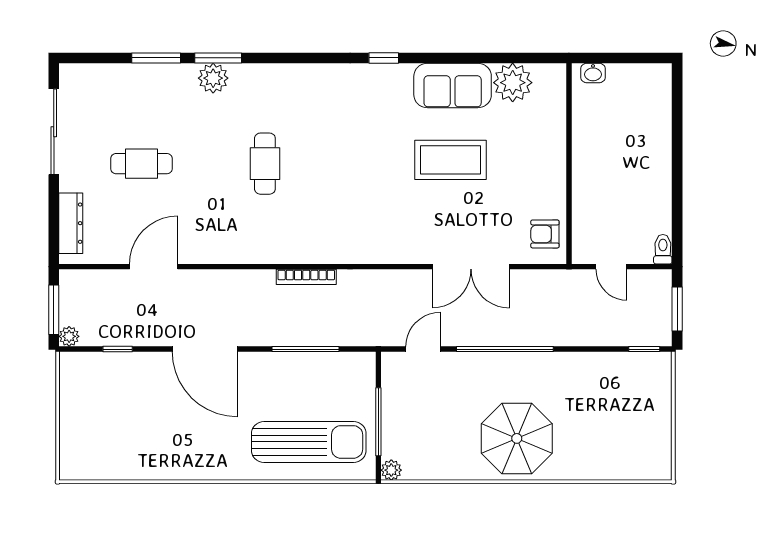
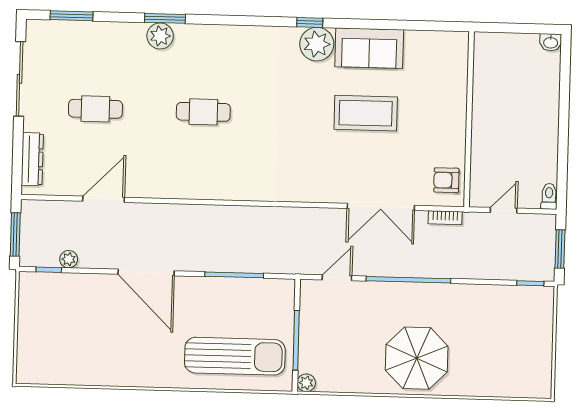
window: (156, 58) -> (72, 16), moved
washbasin: (593, 73) -> (551, 42), moved
plant: (513, 83) -> (317, 44), moved
cafe table: (265, 164) -> (203, 112), turned 90
door: (611, 267) -> (504, 210), swing flipped
bookcase: (306, 277) -> (445, 218), moved, width x0.64
plant: (69, 336) -> (69, 259), moved
window: (118, 349) -> (49, 270), moved

